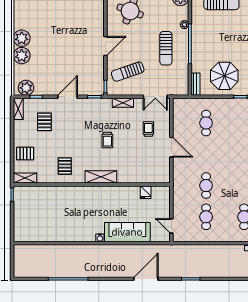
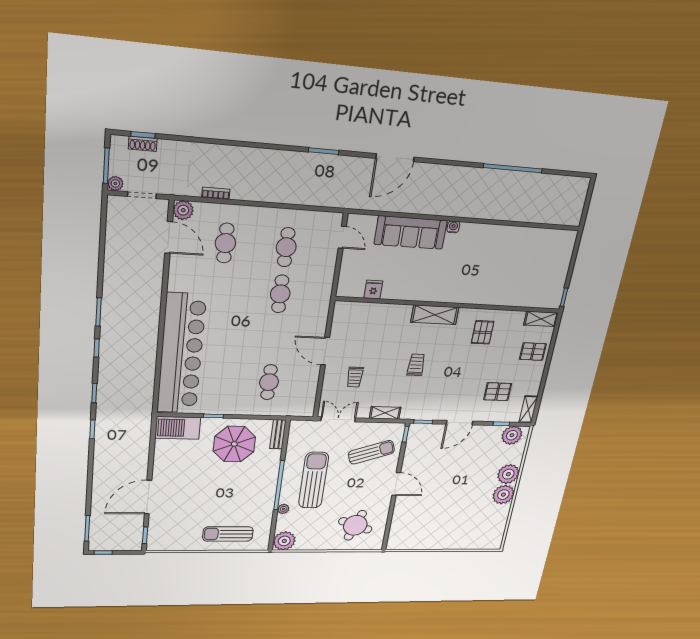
door: (105, 46) -> (396, 484), swing flipped
sun lounger: (166, 48) -> (314, 480), width x1.36, depth x1.34
pallet: (44, 122) -> (498, 392), turned 90

